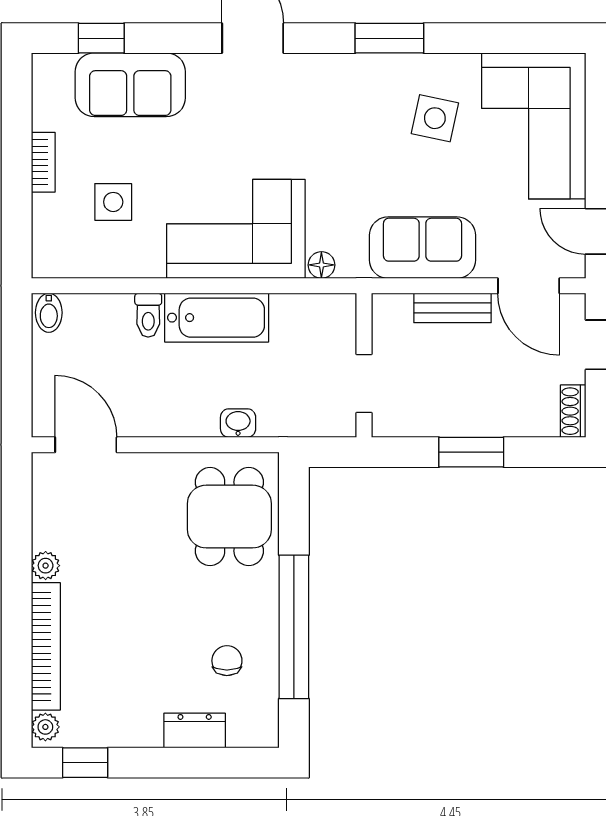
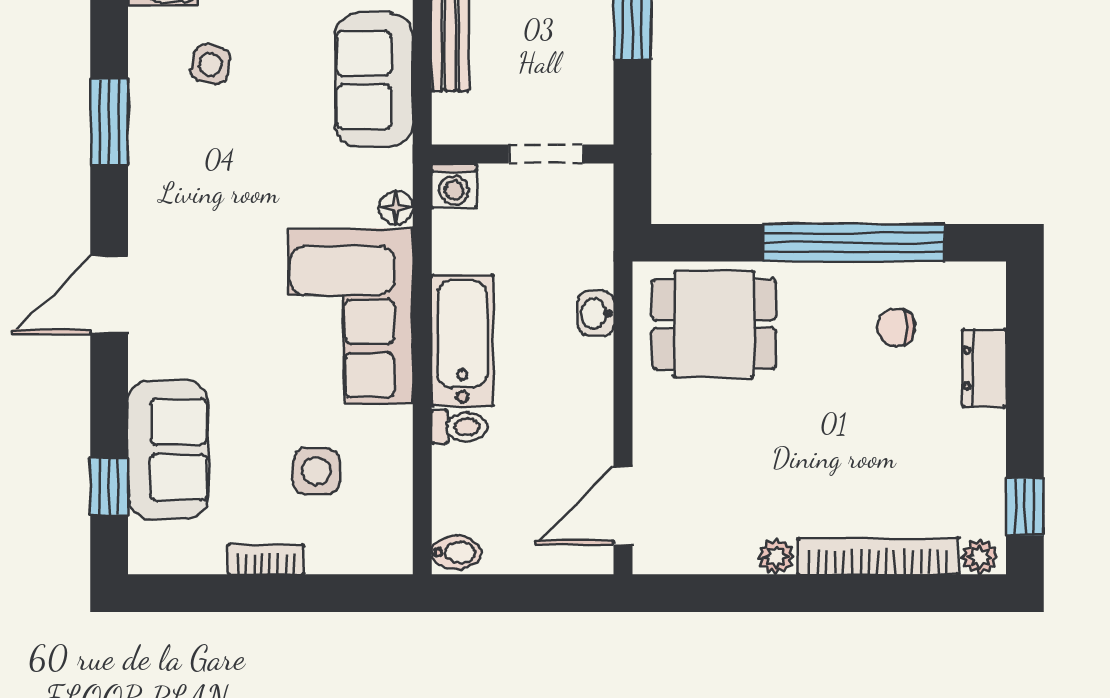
side table: (435, 118) -> (210, 65), width x0.73, depth x0.73
washing machine: (339, 311) -> (454, 186), added

